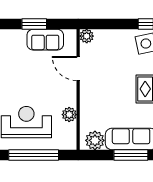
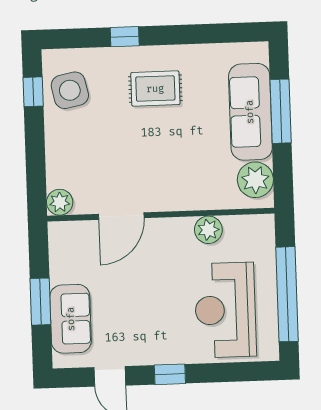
sofa: (45, 40) -> (71, 319), moved

